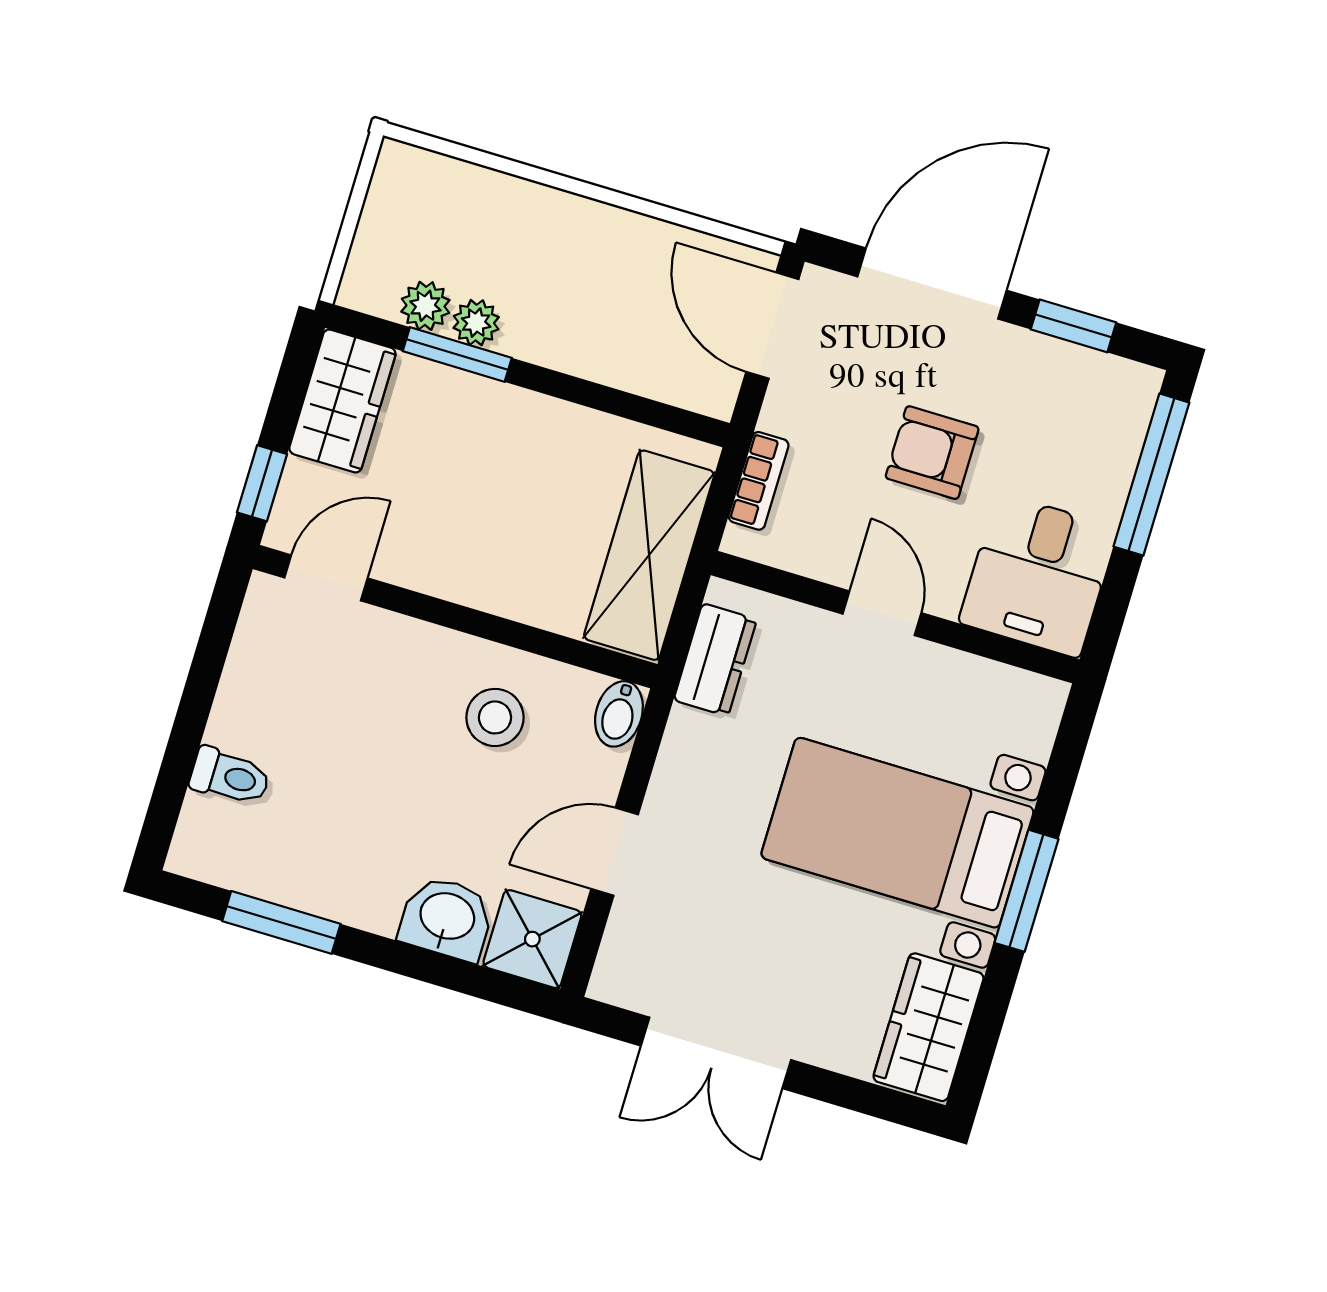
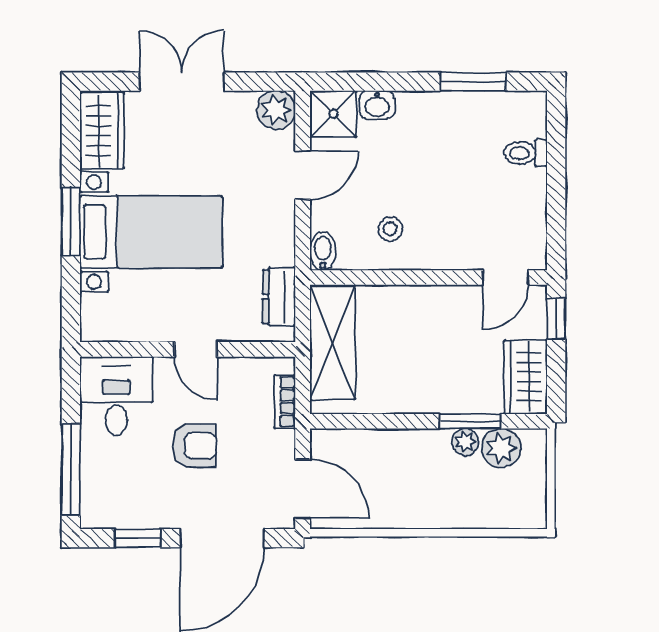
plant: (425, 306) -> (501, 448), width x1.38, depth x1.38
stool: (495, 717) -> (390, 229), width x0.73, depth x0.73
washbasin: (447, 918) -> (377, 105), width x0.72, depth x0.69
plant: (626, 974) -> (276, 110), added
double door: (716, 1053) -> (182, 82), moved

